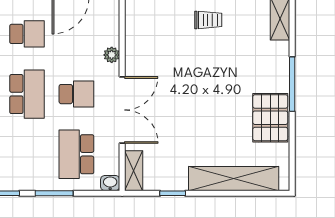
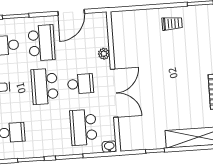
school desk: (27, 34) -> (42, 43), width x1.85
school desk: (27, 94) -> (45, 86), turned 180
shelving: (134, 171) -> (126, 137), removed

